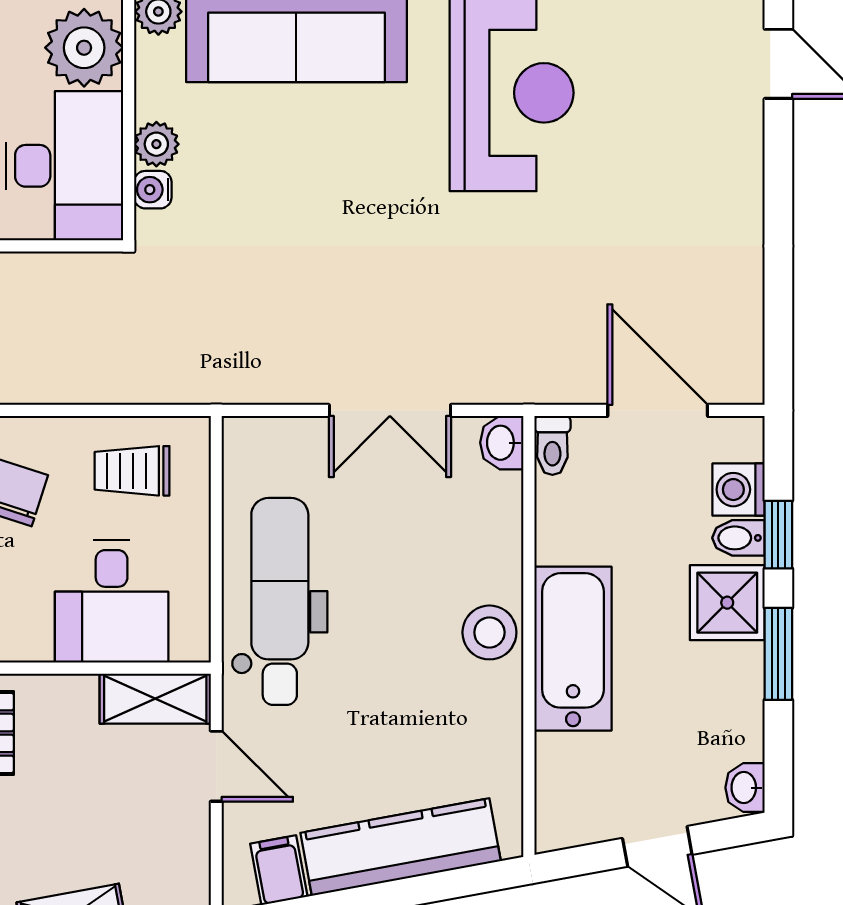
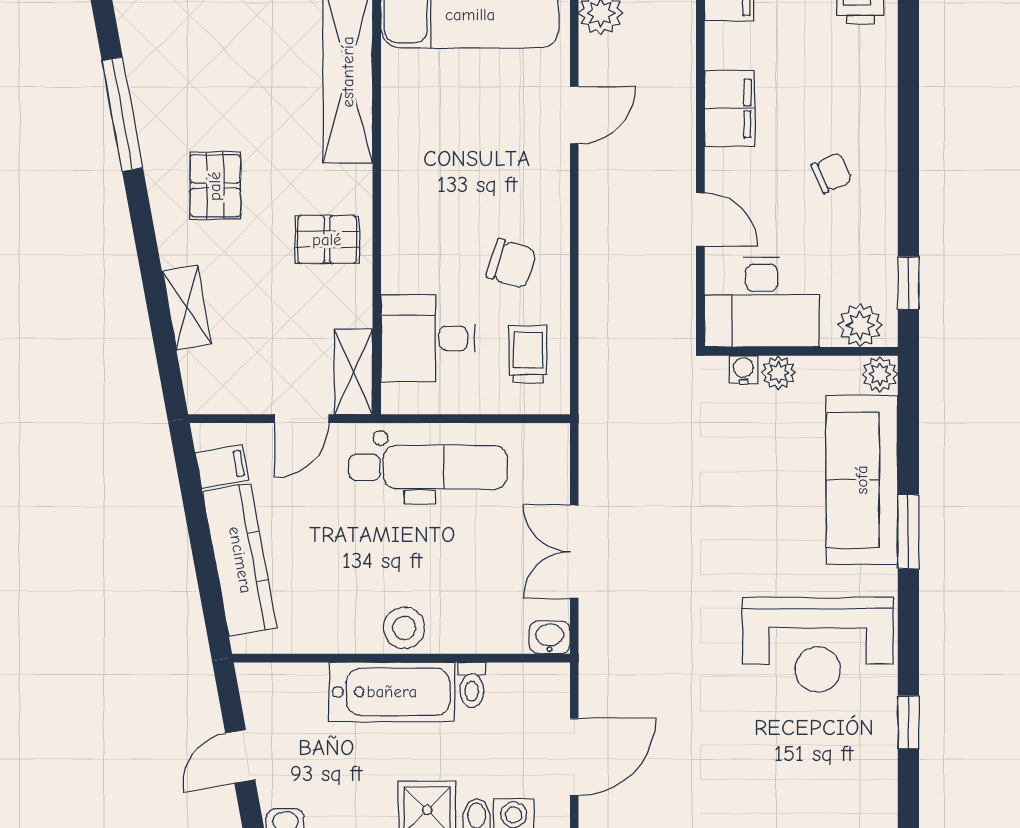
plant: (84, 48) -> (860, 325), width x0.73, depth x0.73
toilet: (552, 445) -> (472, 685), moved, turned -90

